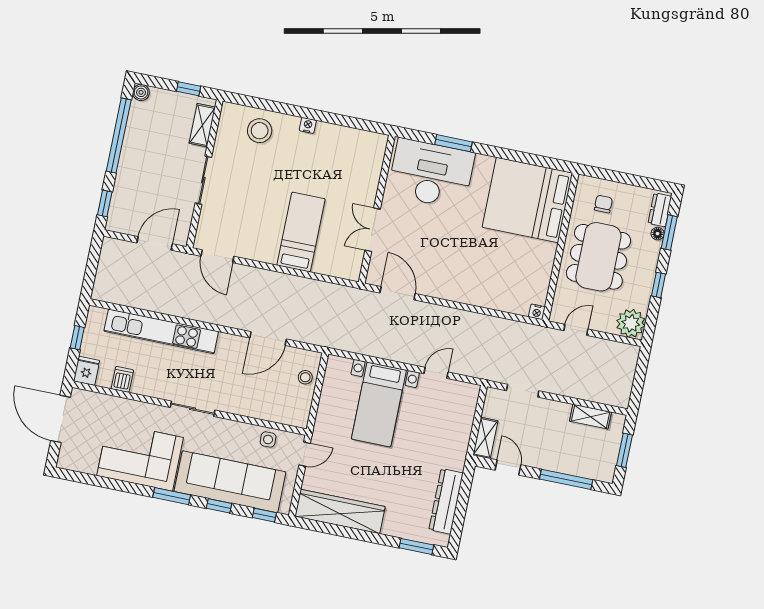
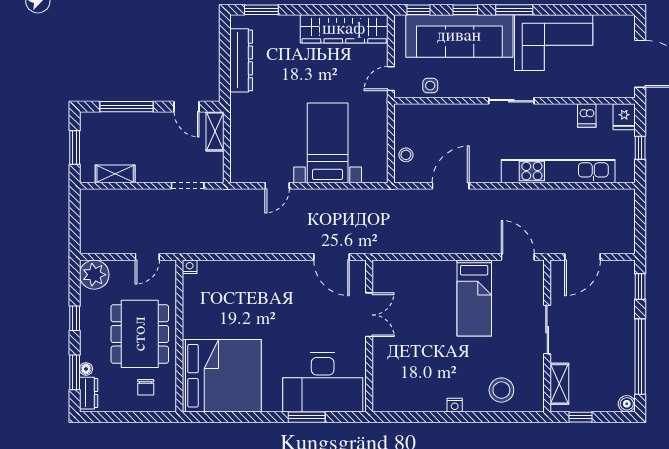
bed: (301, 232) -> (474, 298), moved

